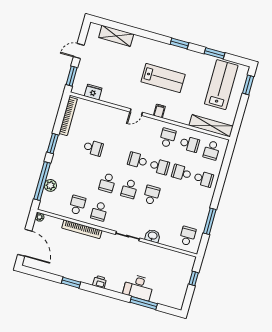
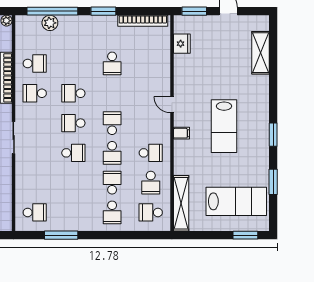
washbasin: (153, 236) -> (23, 169), removed

